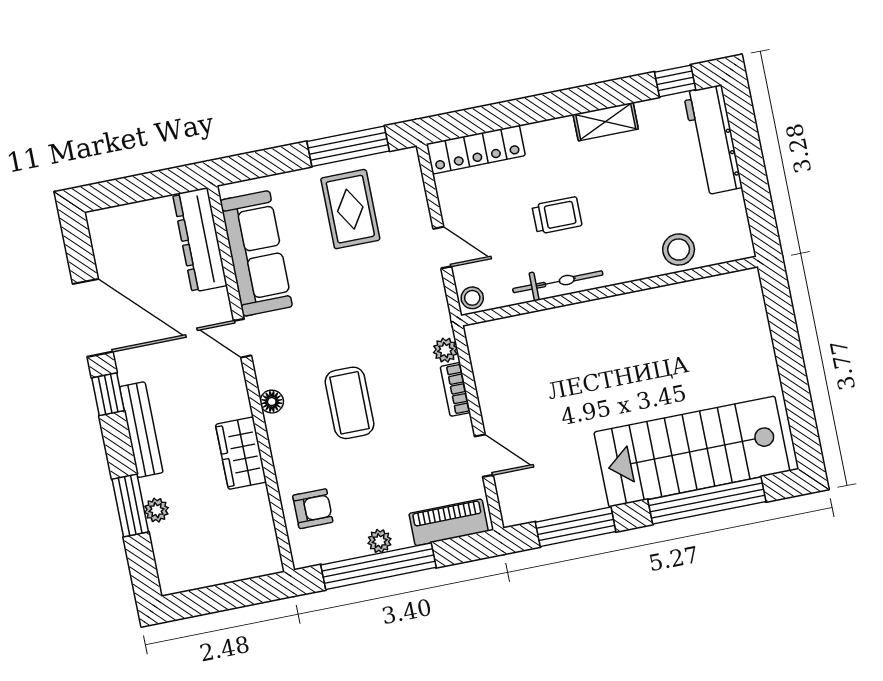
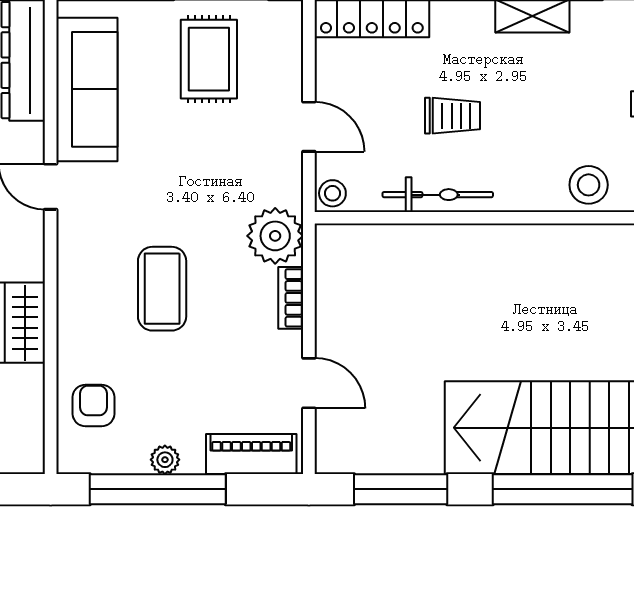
plant: (445, 350) -> (275, 236), width x1.88, depth x1.88
floor lamp: (272, 402) -> (70, 269), removed
armchair: (313, 509) -> (94, 405), turned -90

